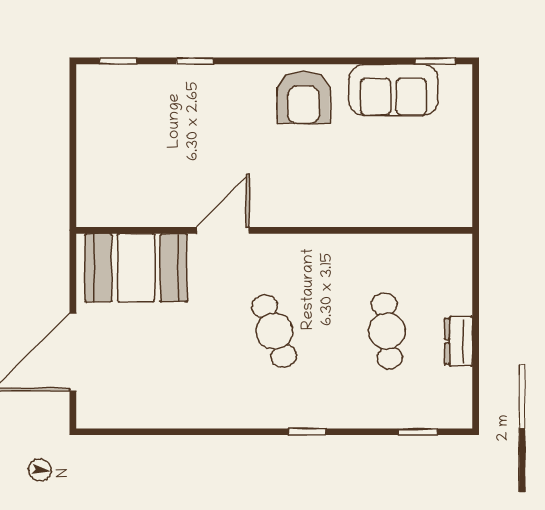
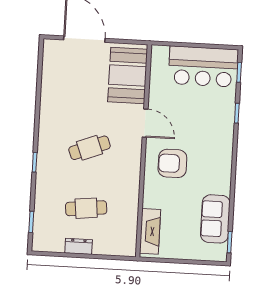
armchair: (303, 97) -> (172, 163), moved
bar counter: (111, 128) -> (203, 67), added
fireplace: (423, 210) -> (150, 231), added

